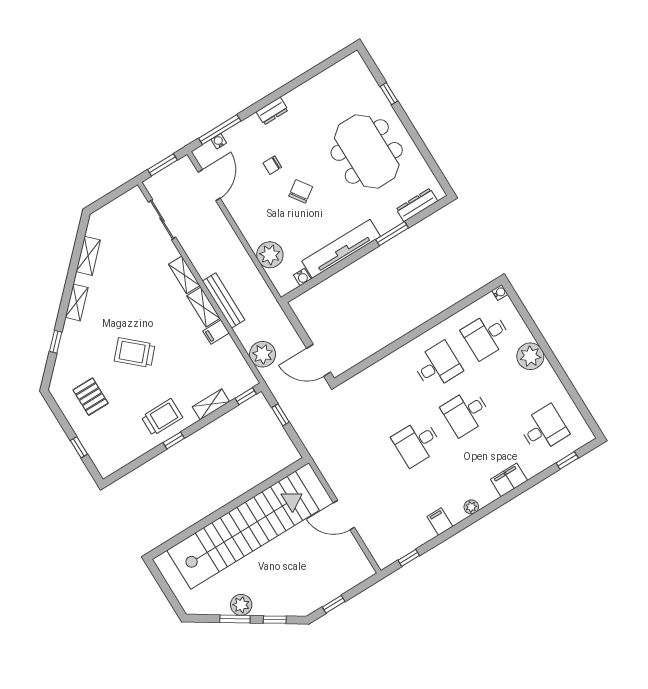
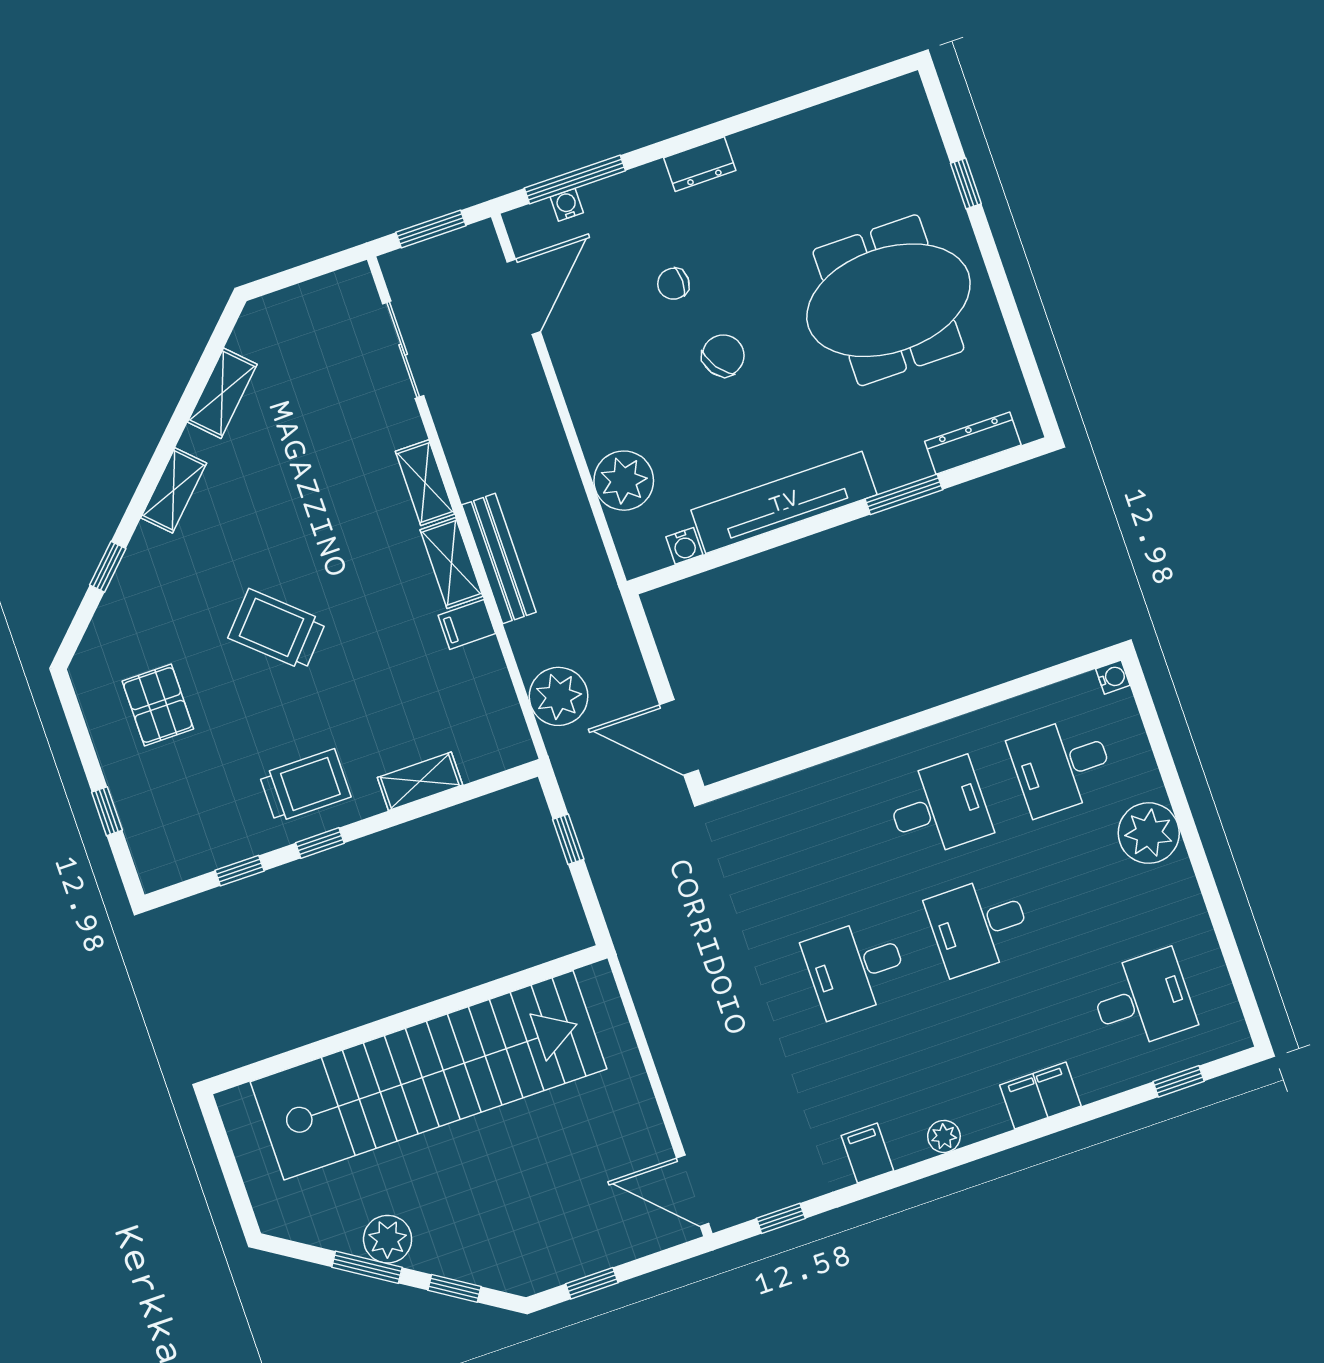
meeting table: (367, 151) -> (888, 300), turned 90
window: (246, 396) -> (240, 871), moved
door: (344, 515) -> (693, 1191), moved

